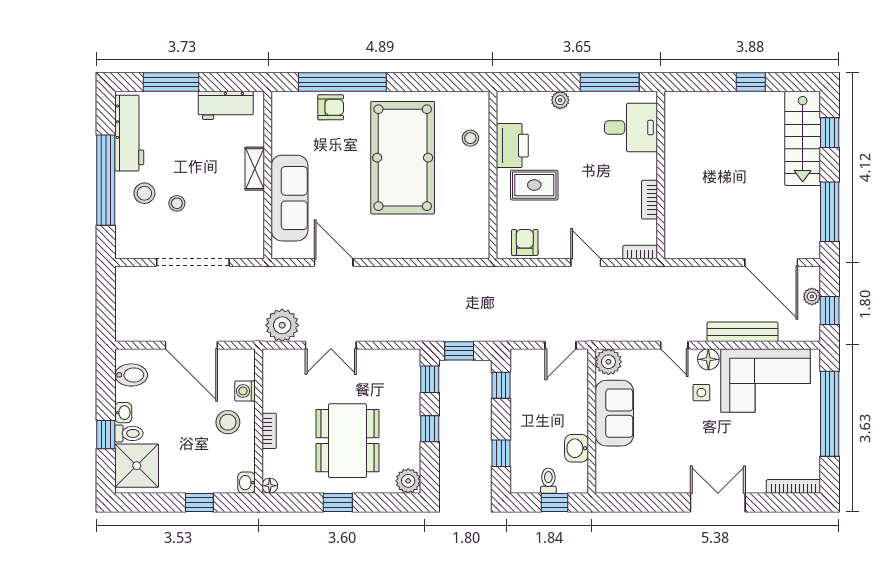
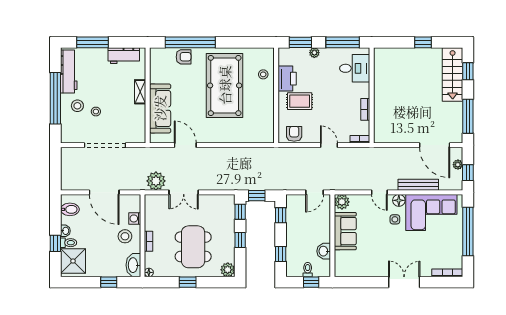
window: (536, 82) -> (300, 42), added
washbasin: (246, 483) -> (133, 265), width x1.91, depth x1.45

